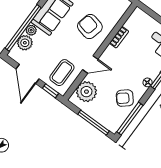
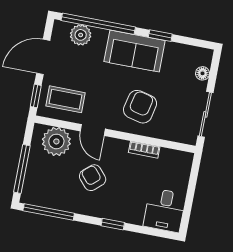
plant: (31, 30) -> (100, 35), removed
floor lamp: (148, 82) -> (105, 213), removed
armchair: (125, 98) -> (93, 178), moved

